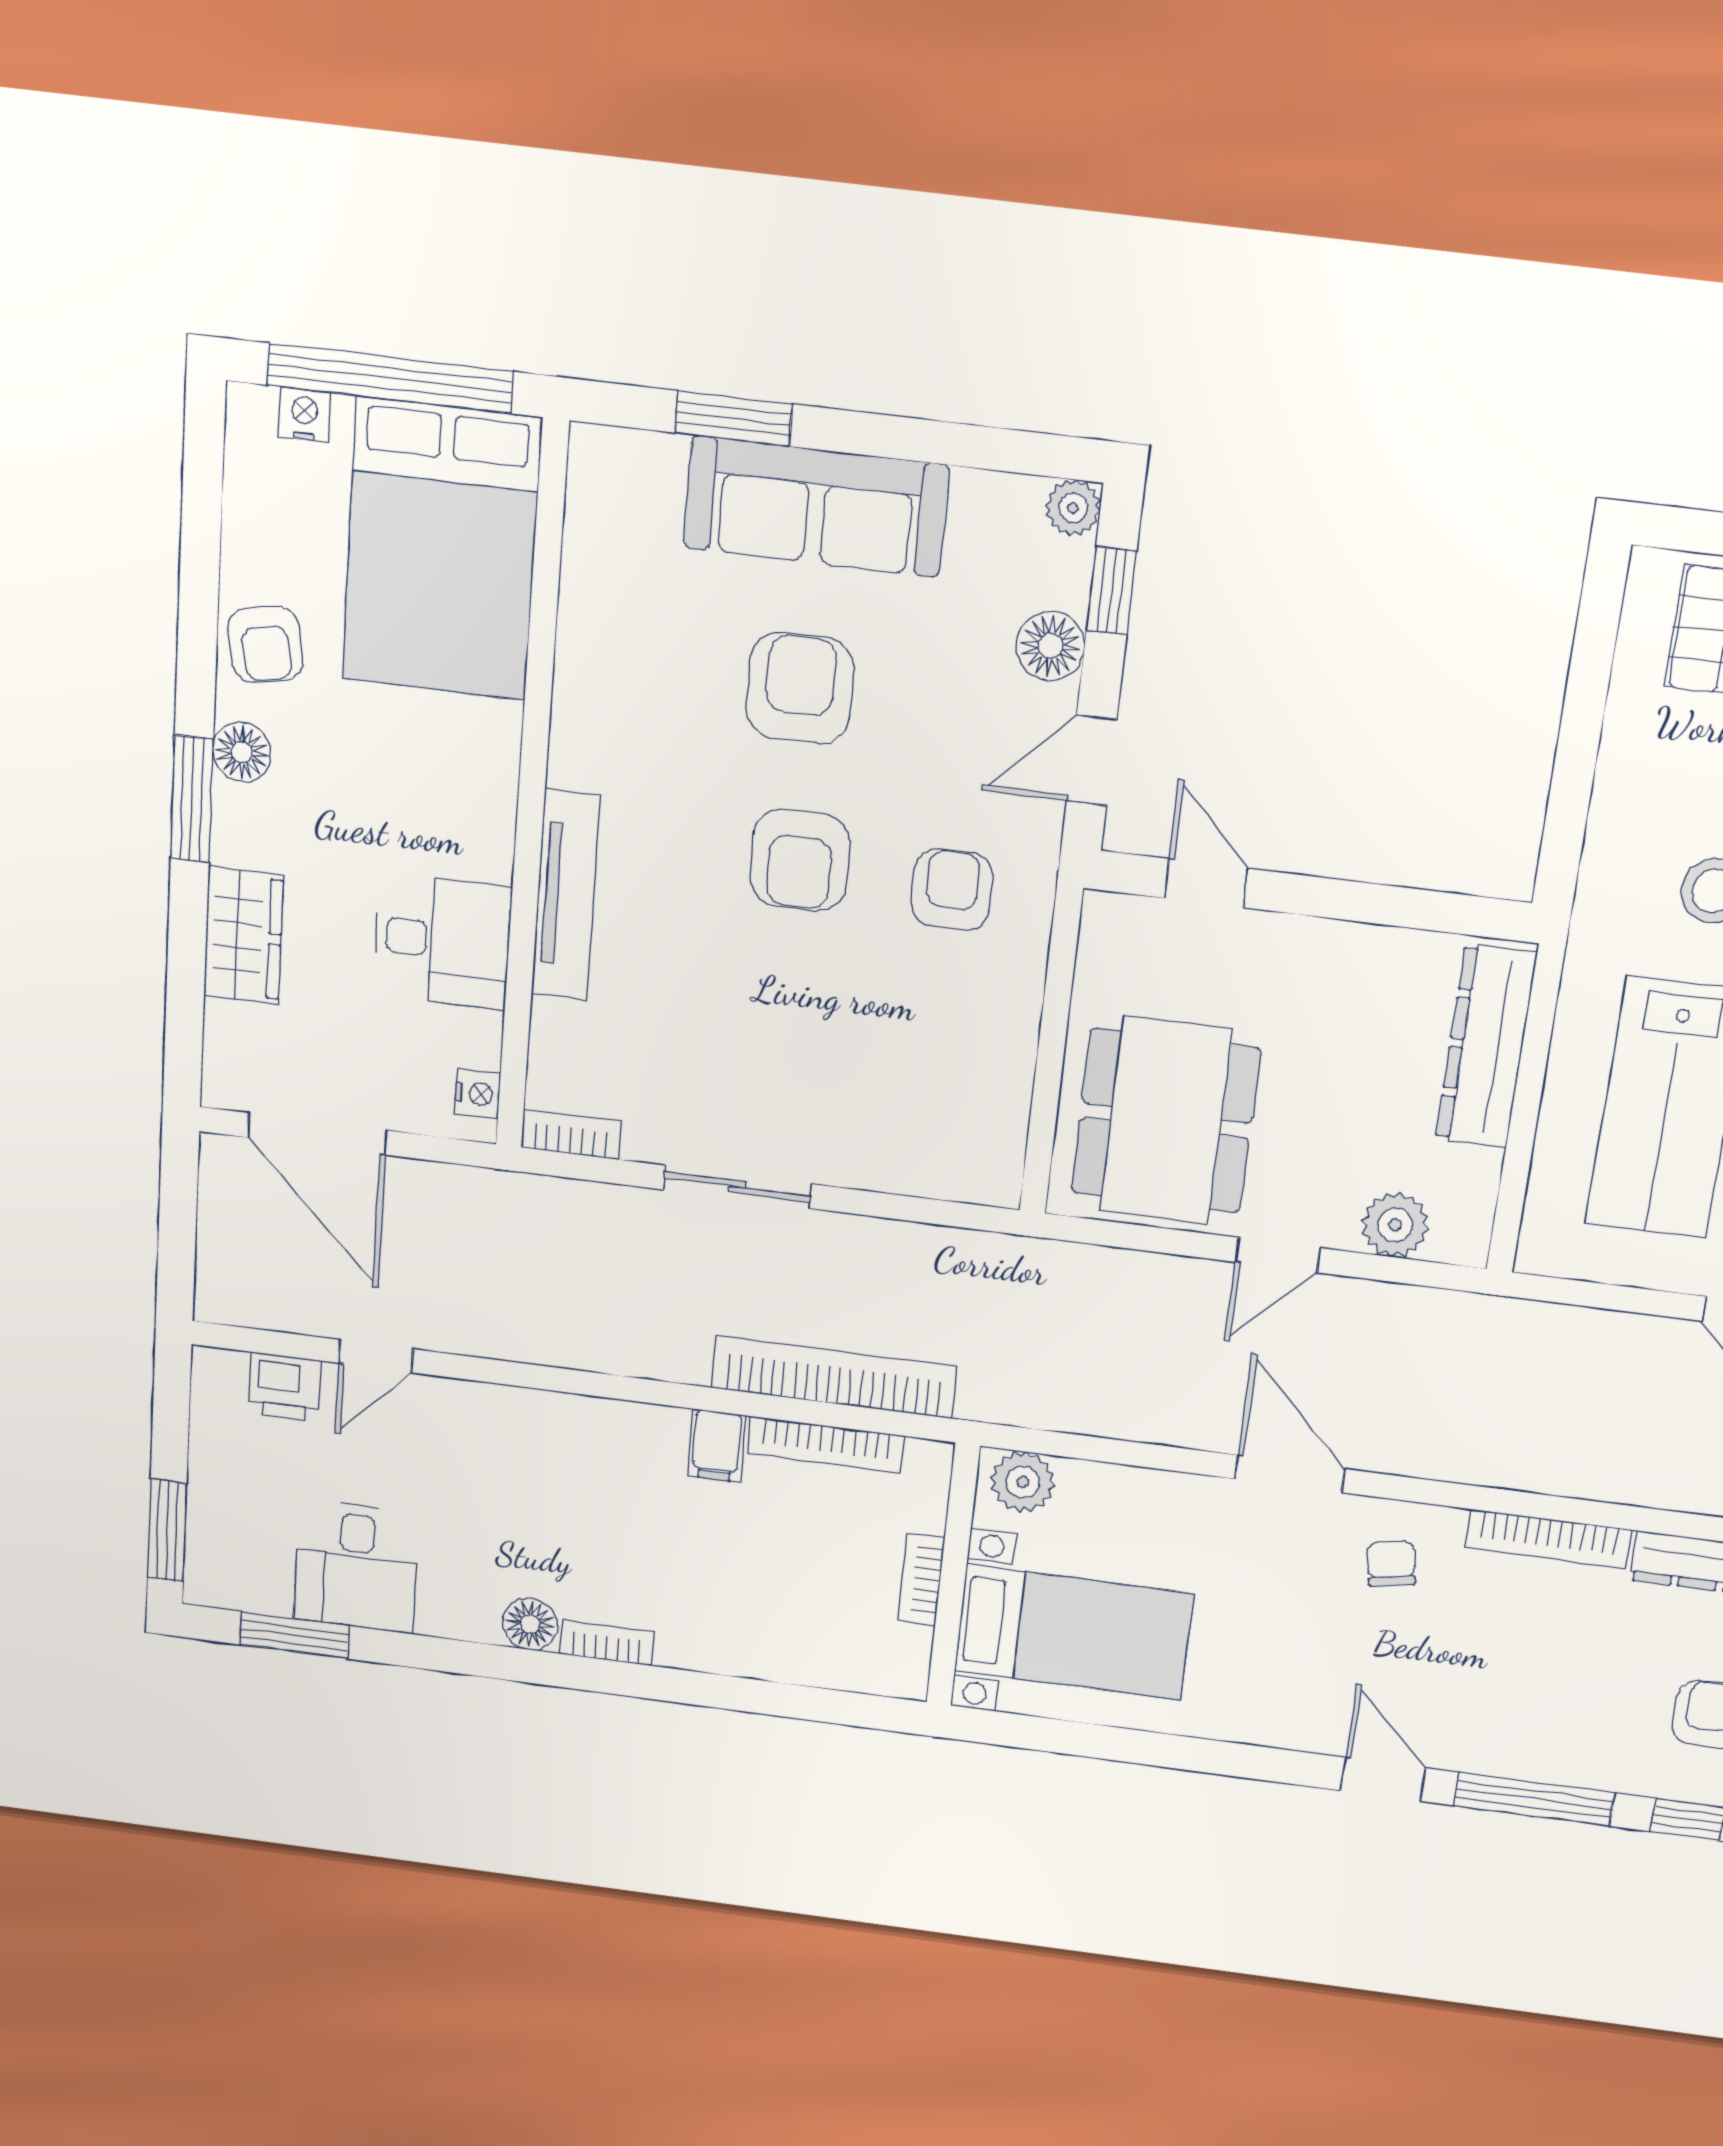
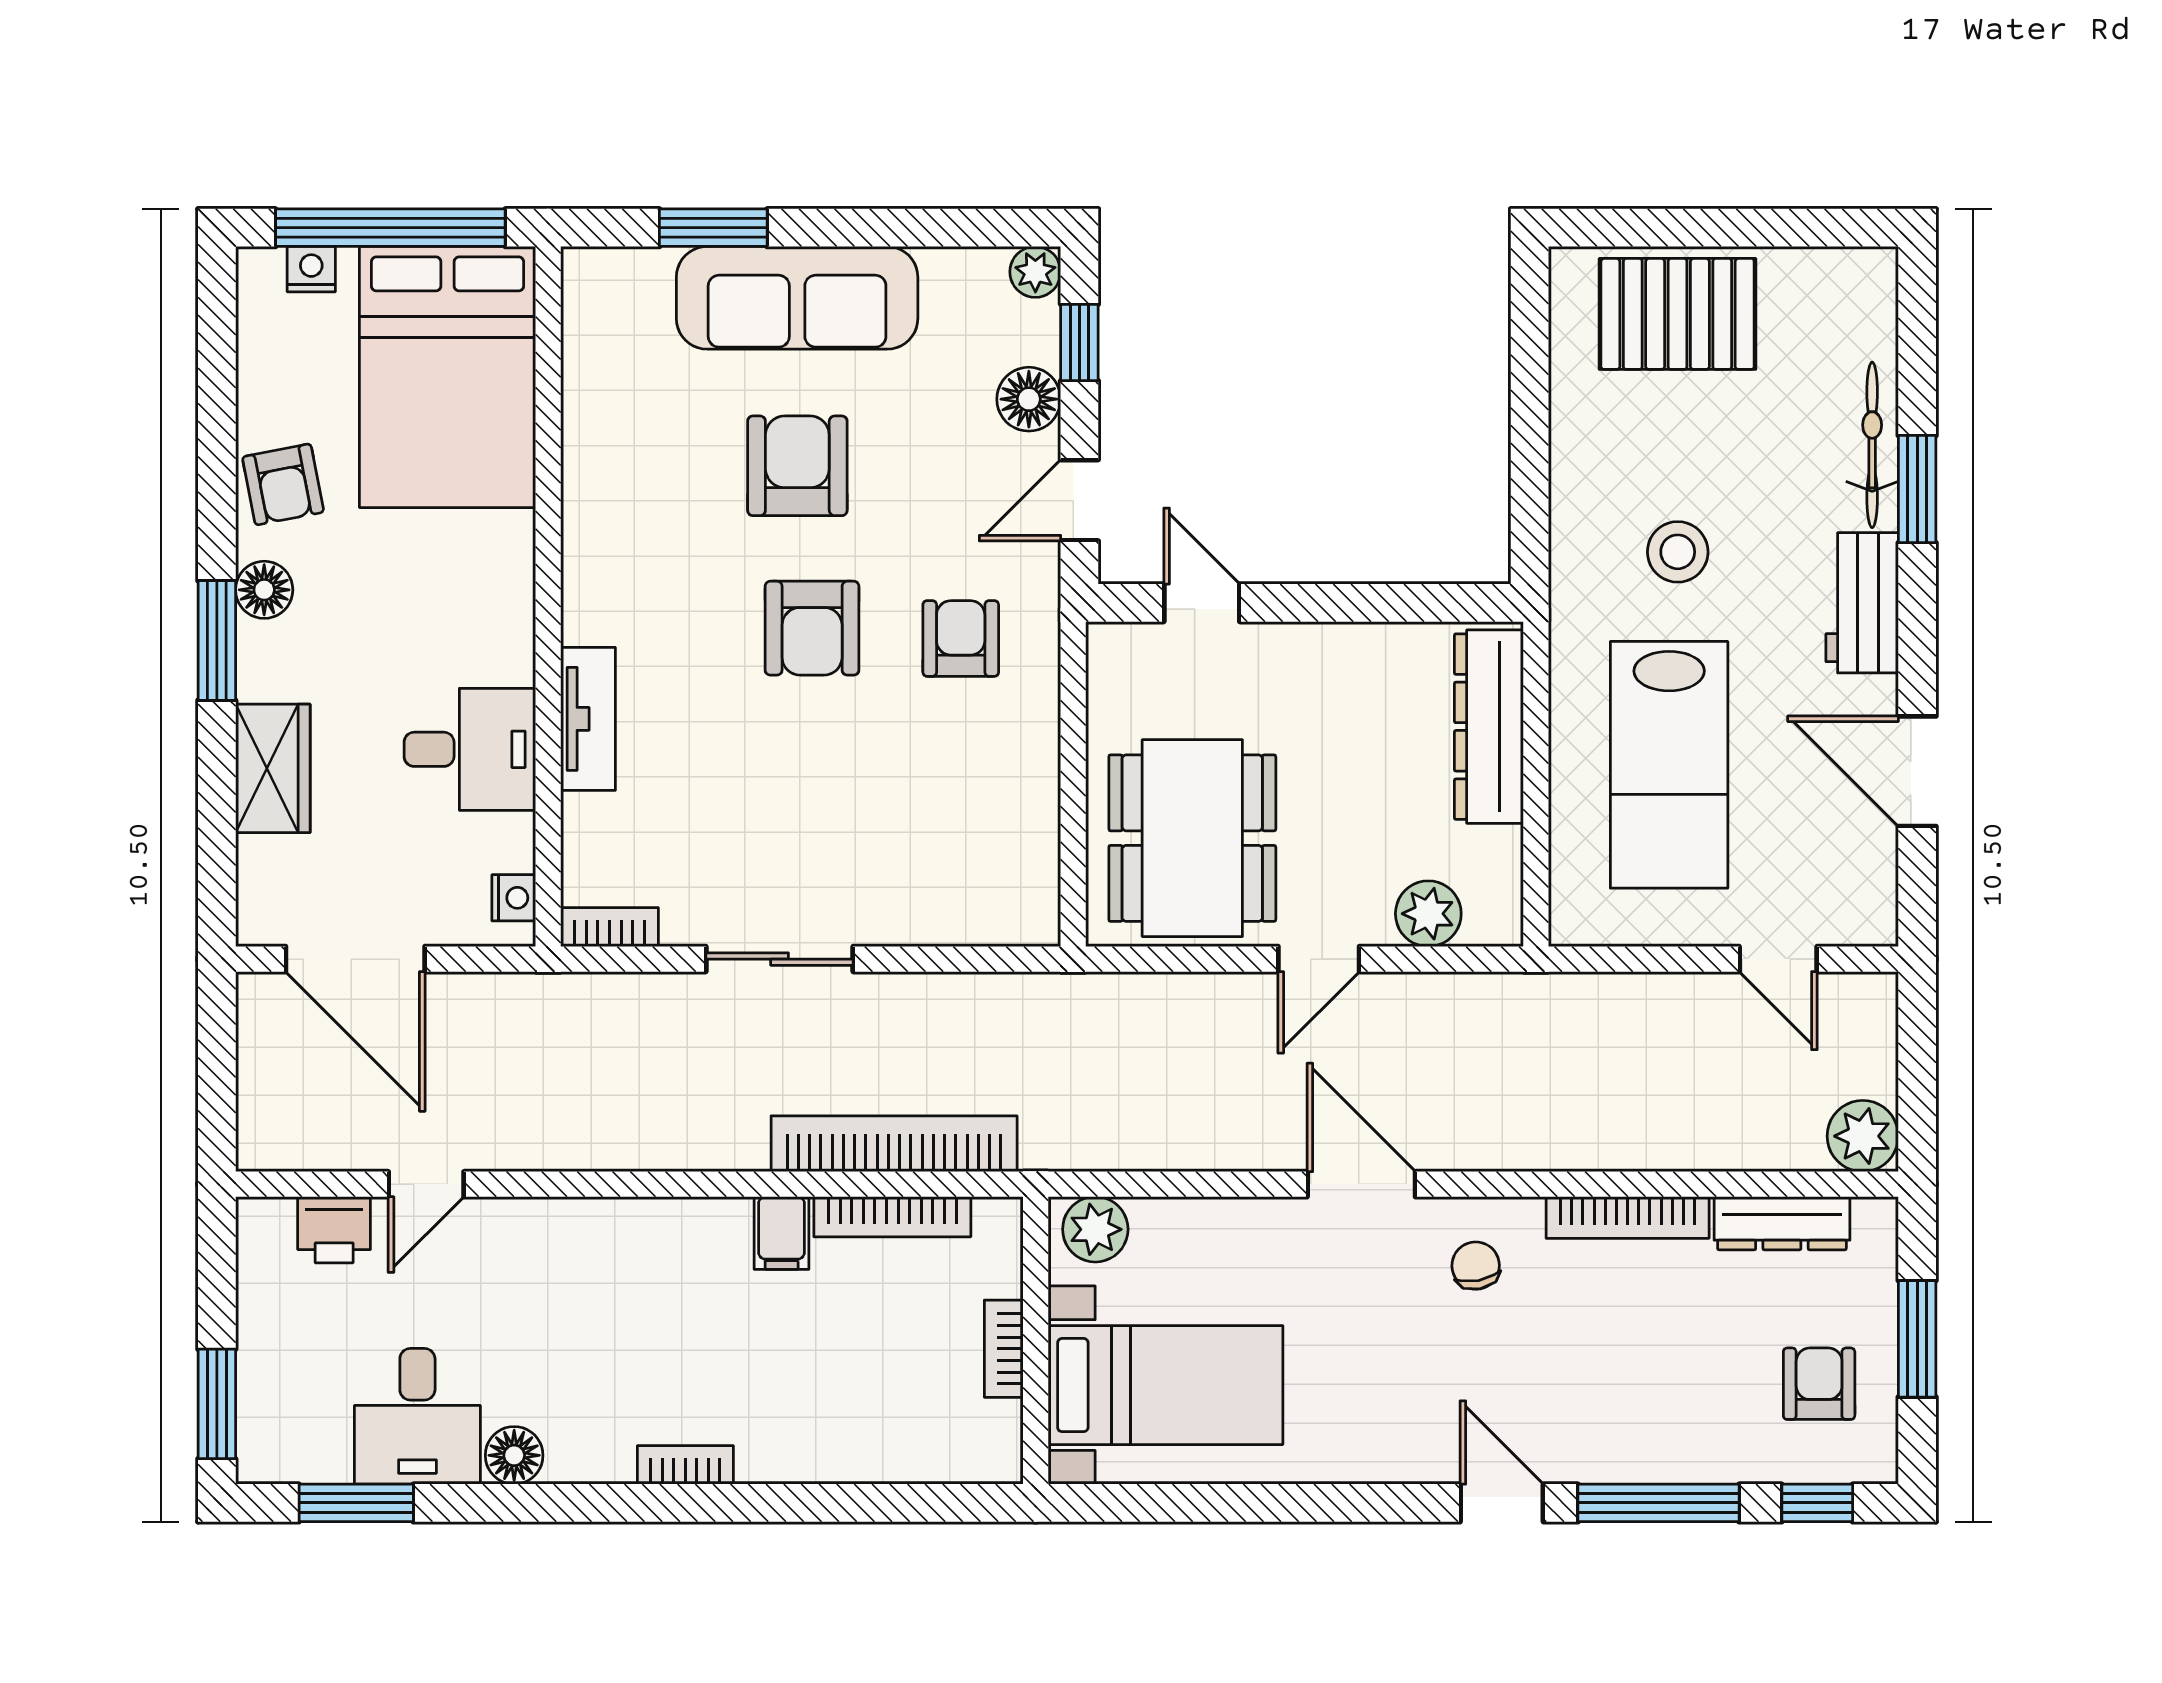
tv unit: (566, 895) -> (588, 719), width x0.71
floor lamp: (530, 1624) -> (514, 1455), moved

